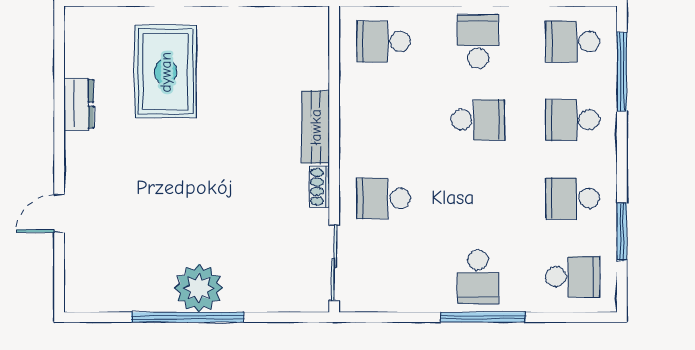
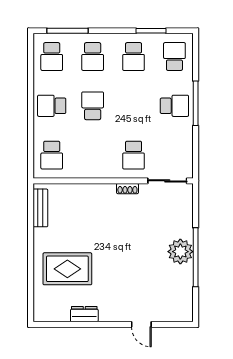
bench: (316, 127) -> (40, 208), moved, turned 90

